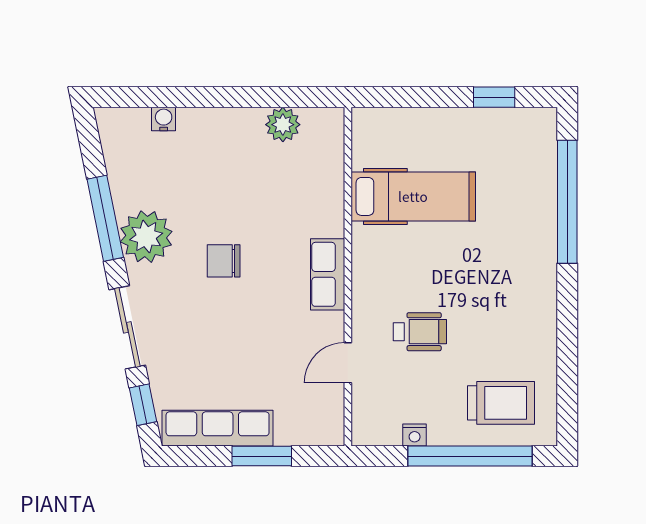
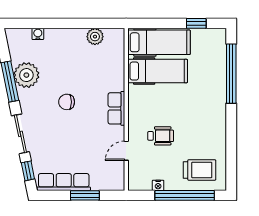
hospital bed: (416, 136) -> (159, 42), added
plant: (146, 237) -> (26, 75), moved

